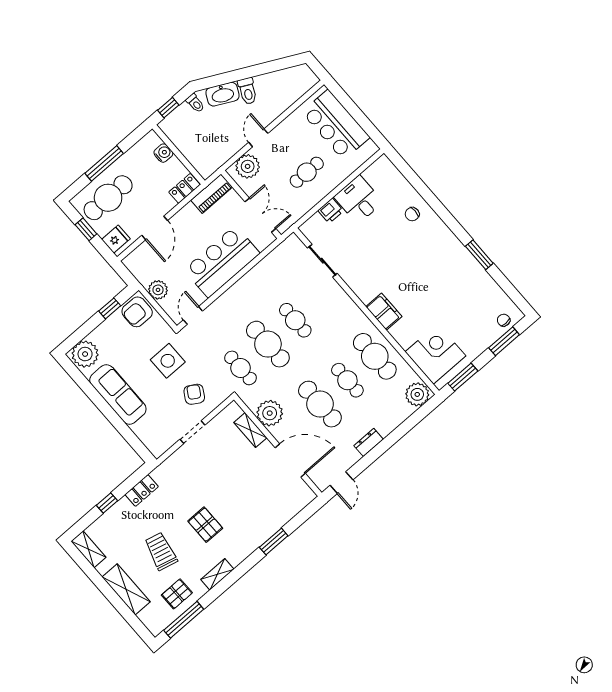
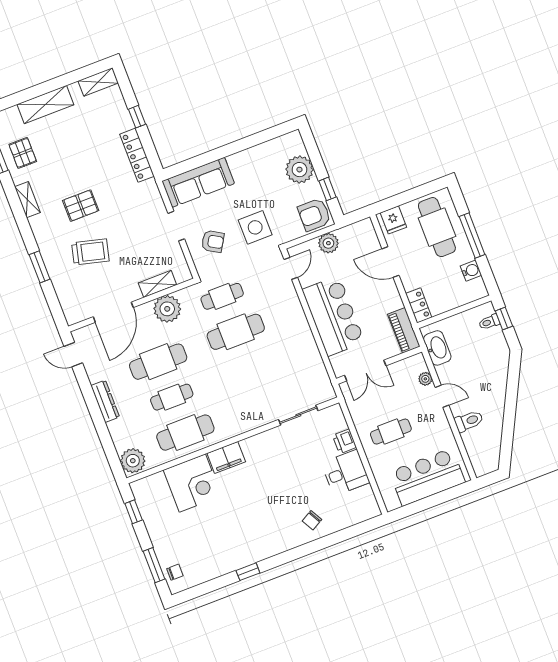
toilet: (247, 91) -> (469, 421), moved, turned 153
washbasin: (223, 94) -> (437, 348), moved, turned 153
toilet: (195, 103) -> (489, 322), moved
water cooler: (163, 153) -> (471, 271), moved, turned -90
plant: (248, 166) -> (425, 379), width x0.53, depth x0.53
cafe table: (307, 172) -> (391, 432), turned 90
chair: (412, 214) -> (312, 520), turned -119
window: (86, 229) -> (414, 194), removed
window: (479, 255) -> (248, 572), width x0.67
armchair: (137, 312) -> (314, 215), turned -90
door: (193, 315) -> (291, 268), hinge flipped
cafe table: (295, 320) -> (249, 367), removed
plant: (85, 354) -> (299, 170), moved
corner desk: (435, 354) -> (192, 483), moved
window: (463, 377) -> (134, 512), width x0.67
sofa: (118, 394) -> (198, 182), moved
dresser: (369, 442) -> (105, 401), width x1.44
locker: (142, 490) -> (137, 155), width x1.53
trolley: (161, 551) -> (90, 252), moved

